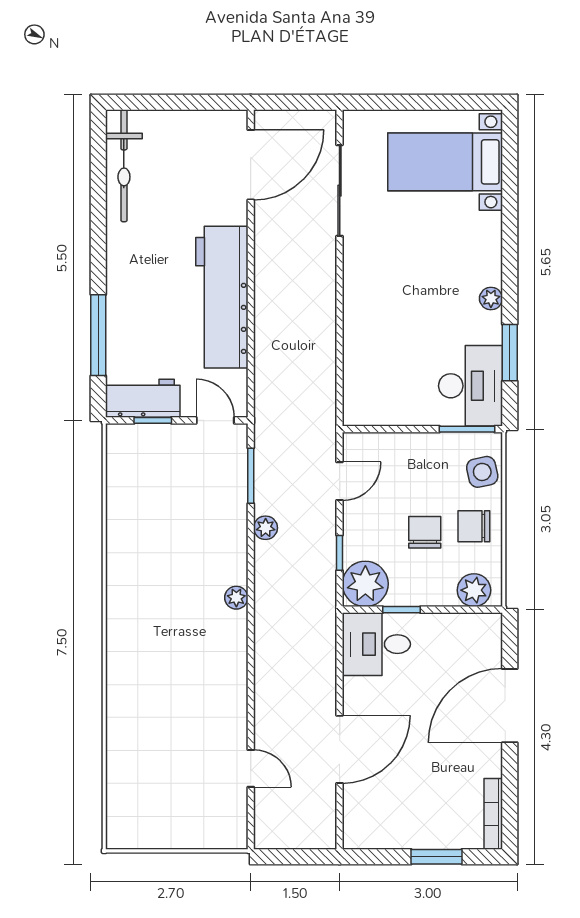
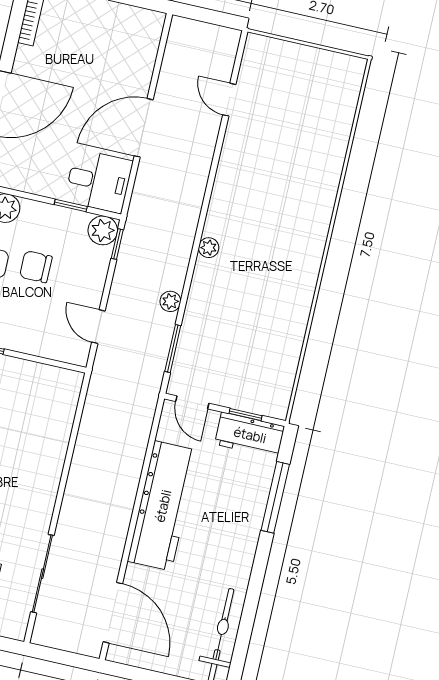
door: (251, 165) -> (113, 613), swing flipped
door: (340, 481) -> (98, 327), hinge flipped
chair: (425, 532) -> (36, 267), turned 90
window: (340, 553) -> (117, 244), moved
plant: (365, 584) -> (103, 230), width x0.73, depth x0.73
door: (340, 749) -> (144, 128), moved

